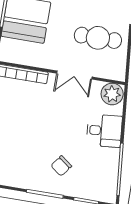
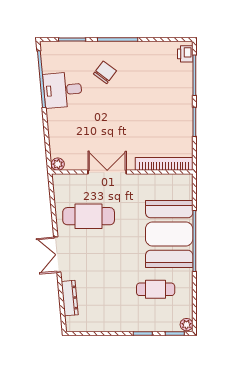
plant: (112, 94) -> (58, 164), width x0.53, depth x0.53
desk: (104, 131) -> (63, 90), moved

